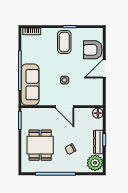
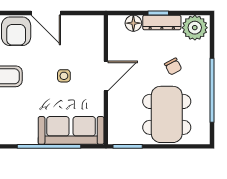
floor lamp: (98, 113) -> (133, 23), moved
dining table: (40, 145) -> (167, 114), width x1.38

